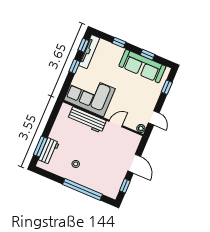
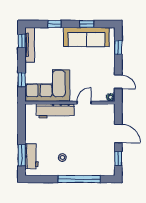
window: (74, 66) -> (22, 80), moved

